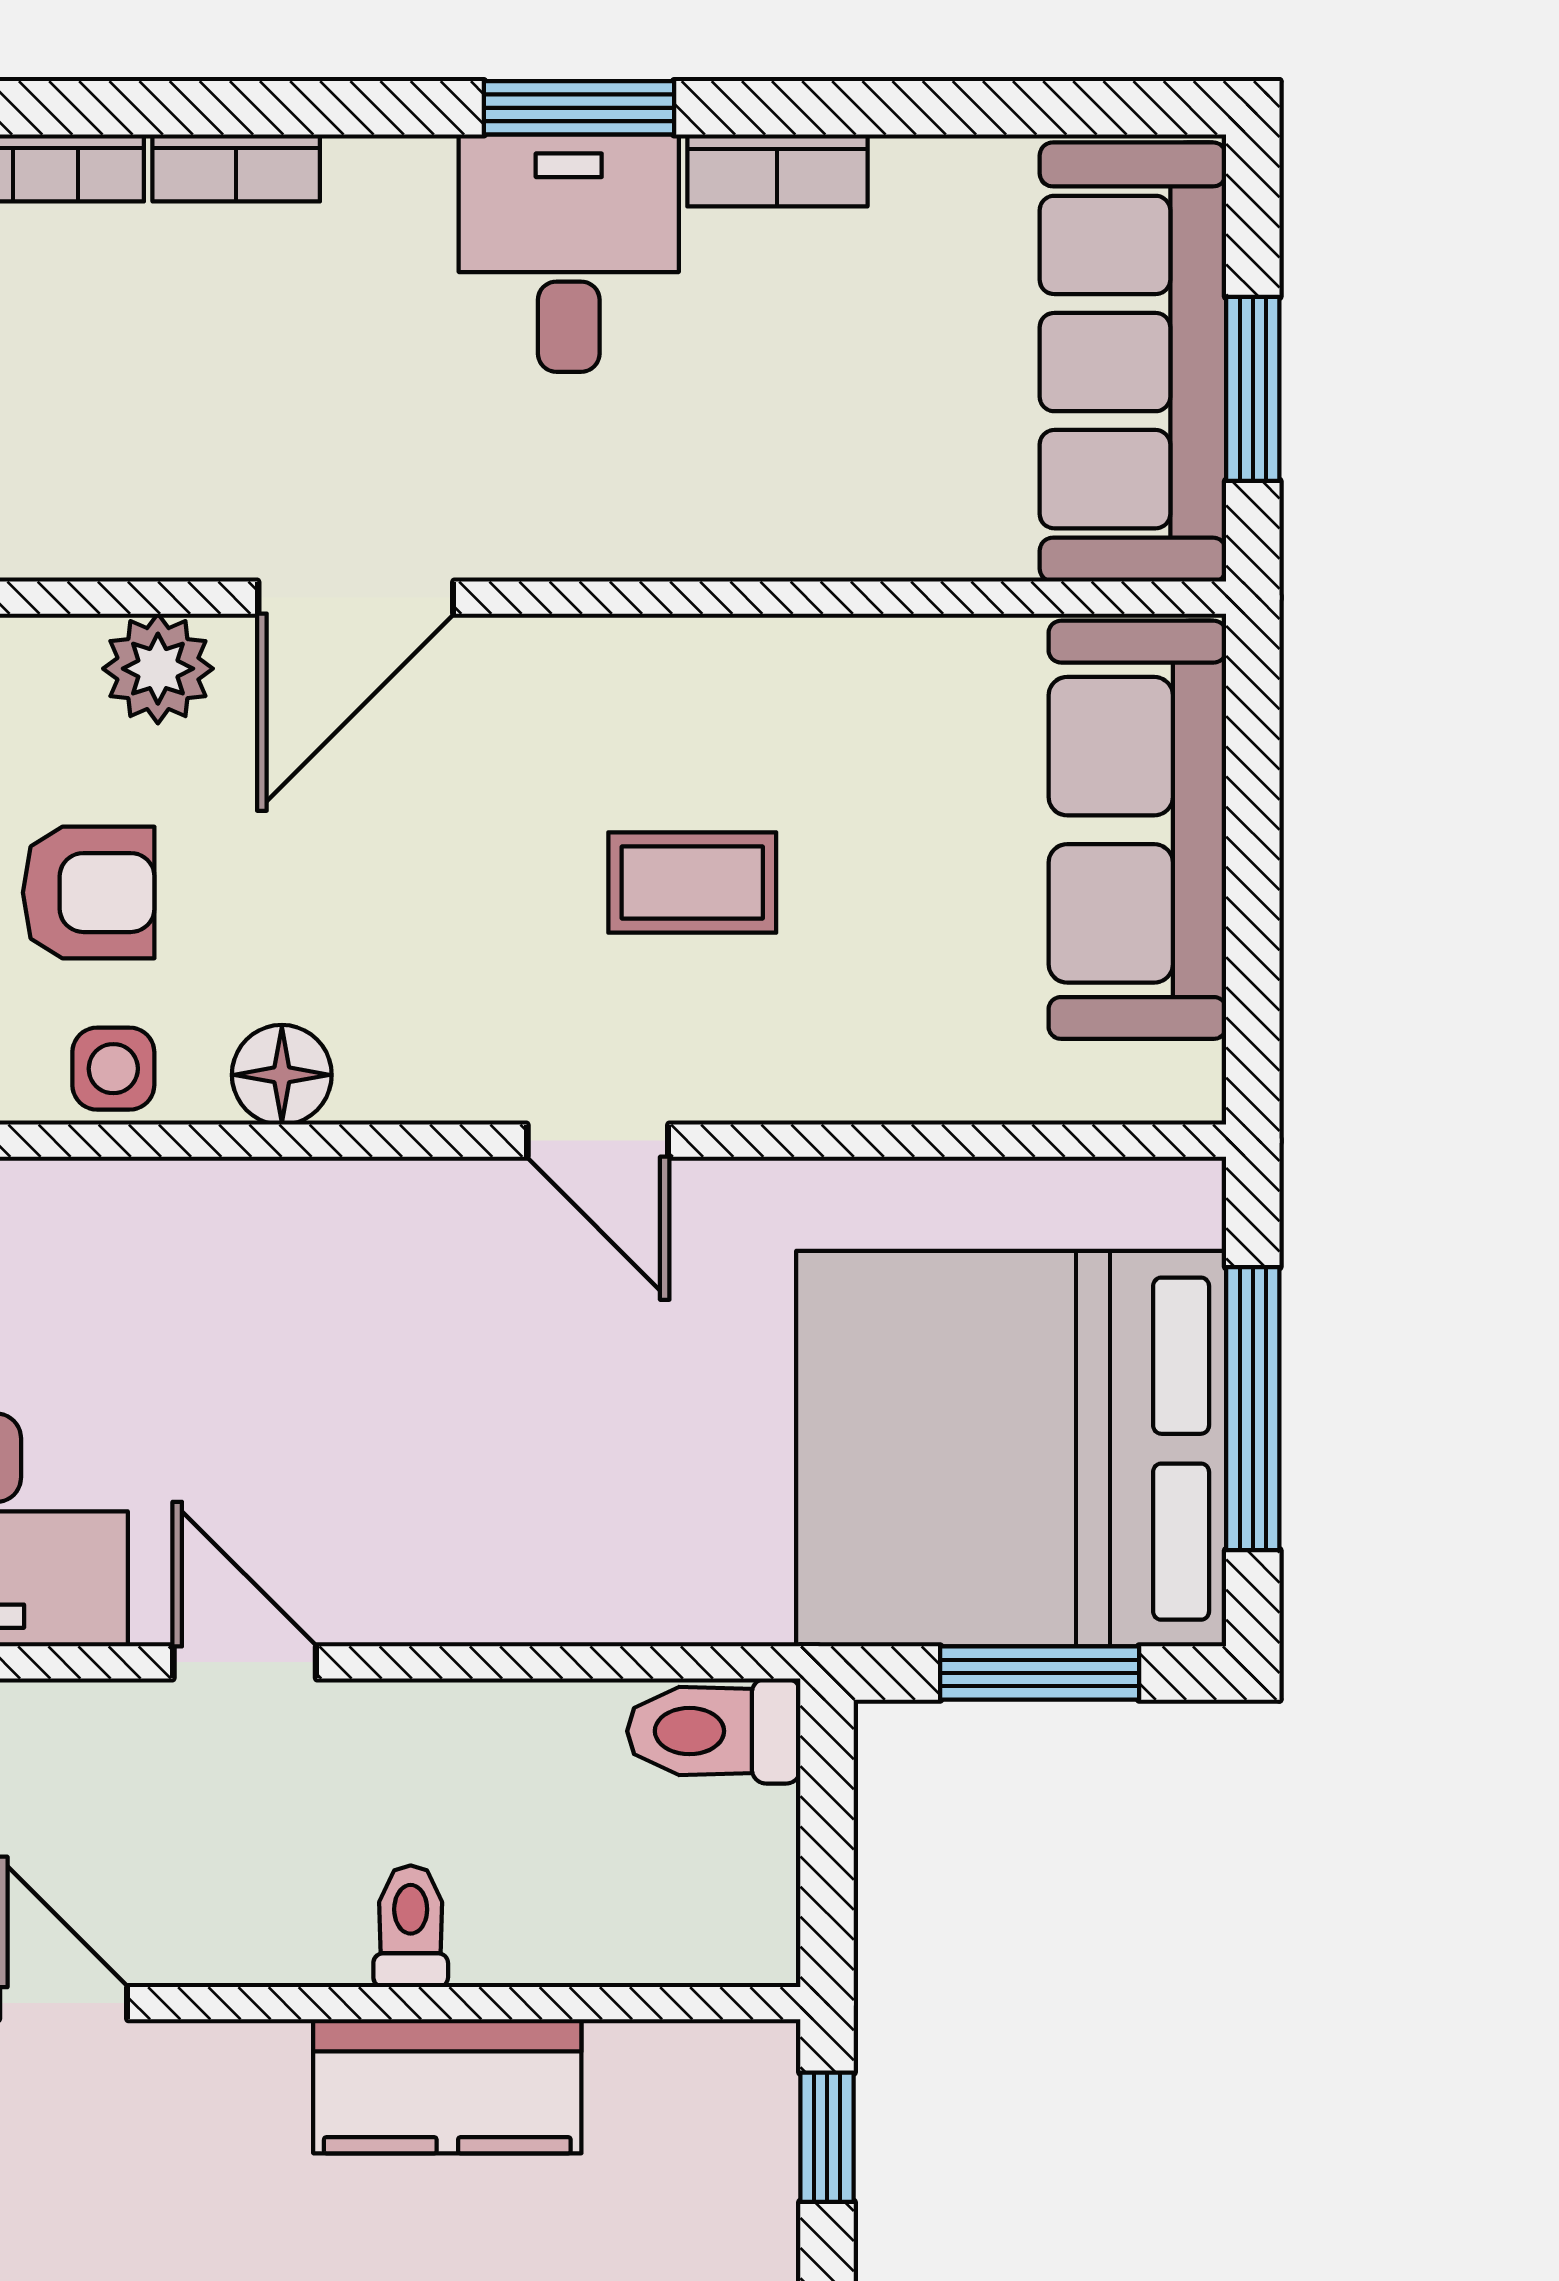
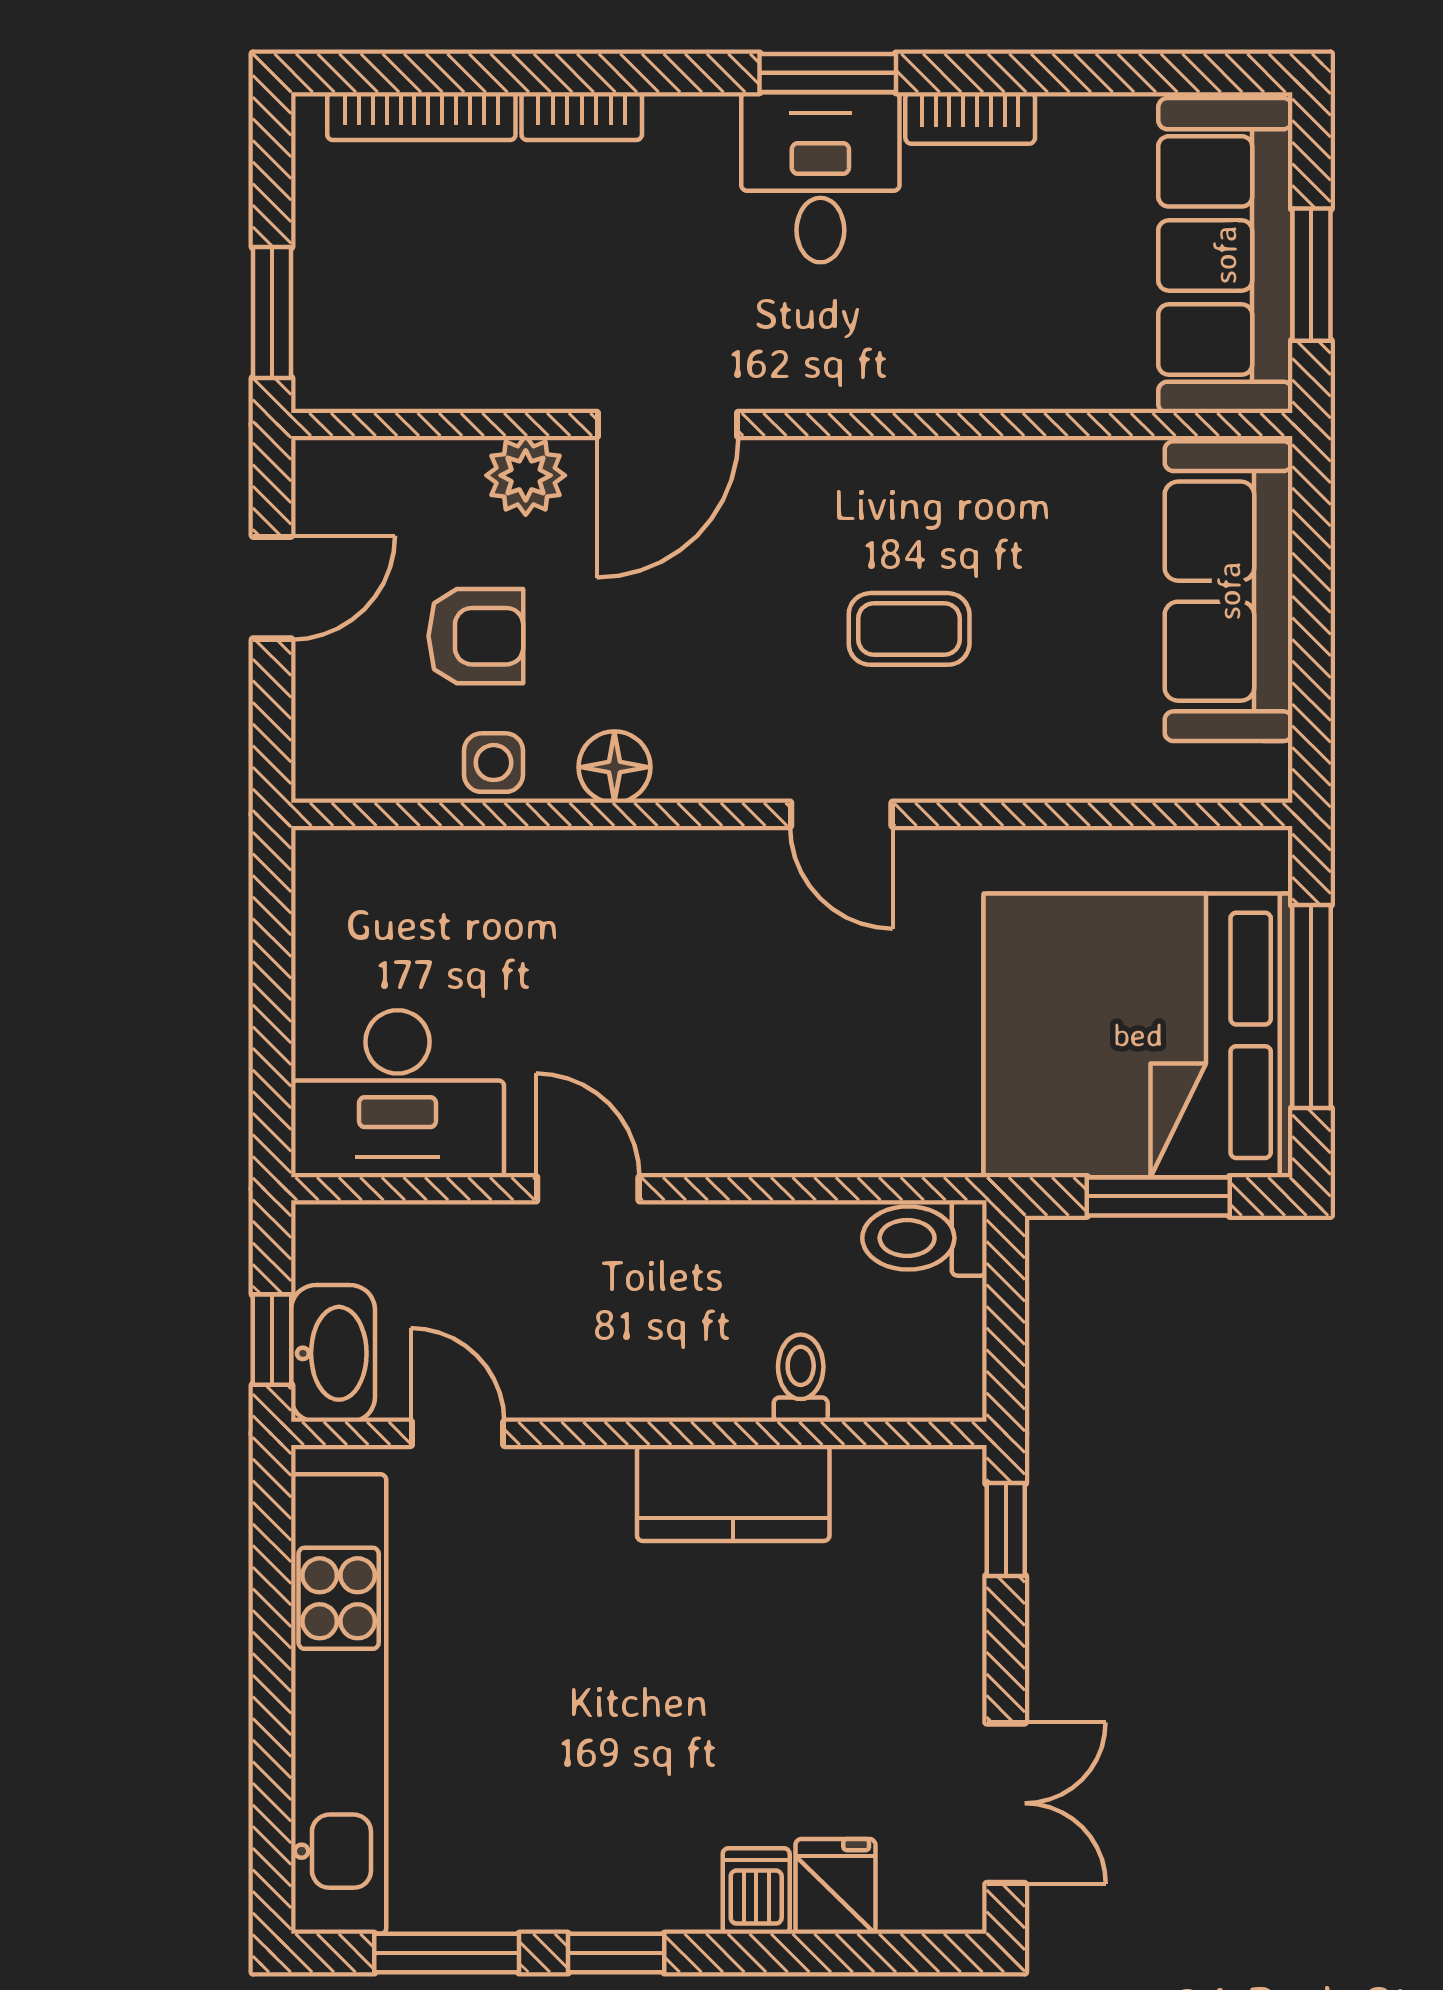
toilet: (411, 1926) -> (801, 1378), moved

